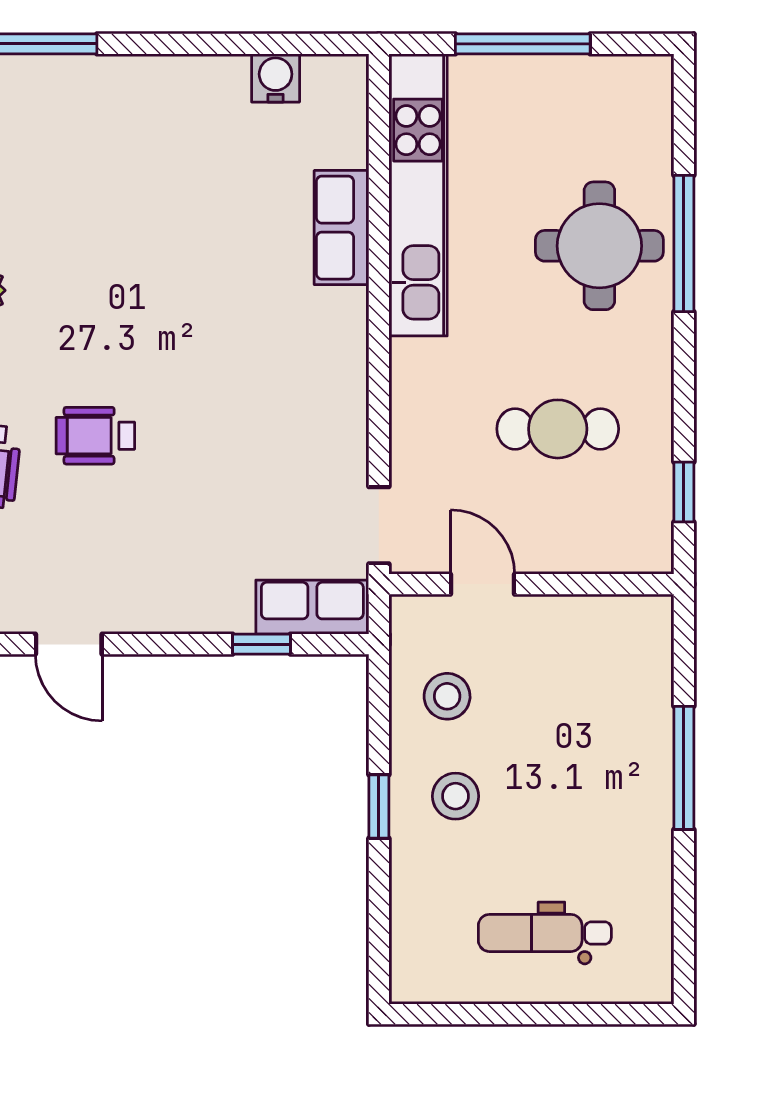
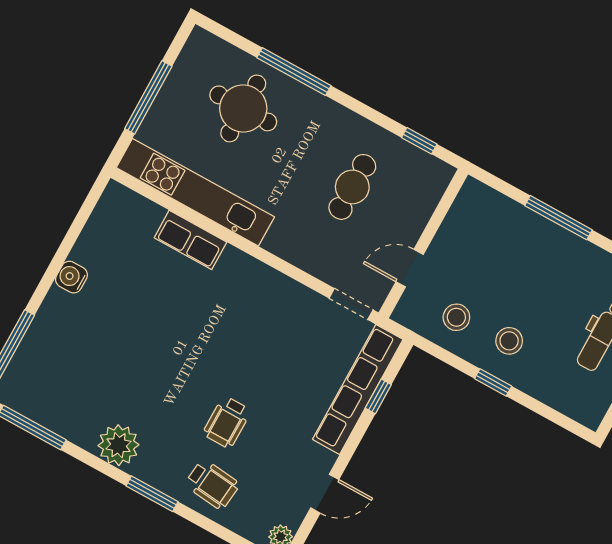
water cooler: (276, 78) -> (71, 277), moved
round table: (599, 246) -> (243, 108), moved
row of seats: (312, 607) -> (358, 389), width x2.02

